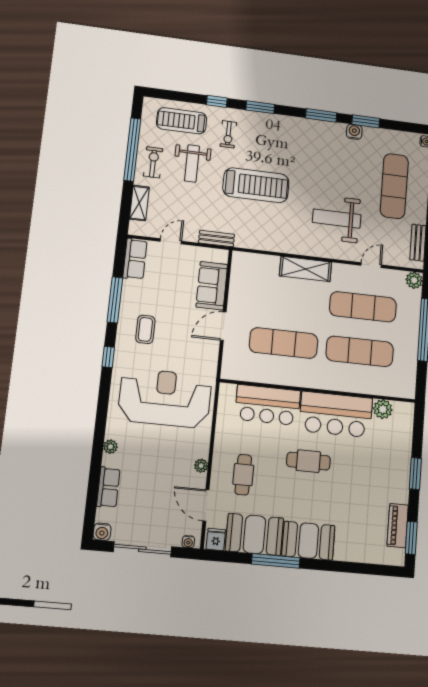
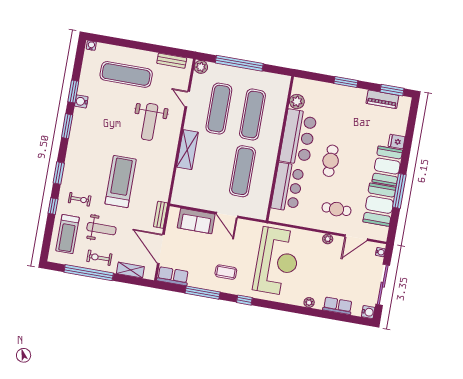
door: (171, 241) -> (161, 249), width x1.87
reception desk: (165, 398) -> (277, 261), turned 180
fridge: (216, 539) -> (397, 142), moved

